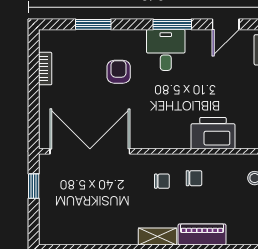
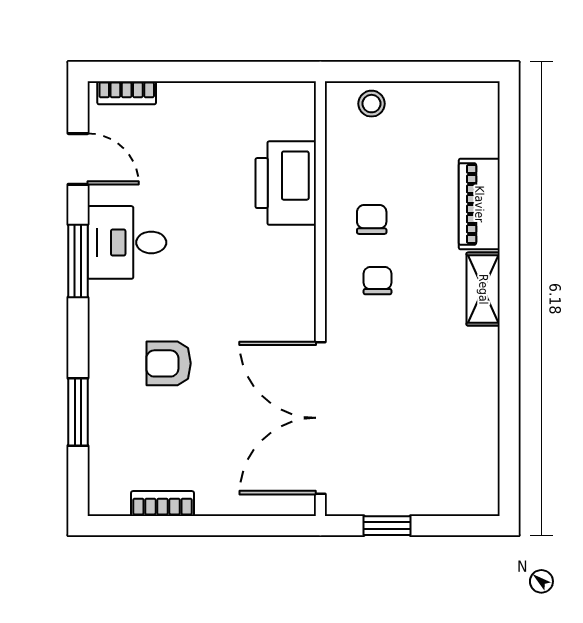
desk: (166, 50) -> (127, 242), moved

